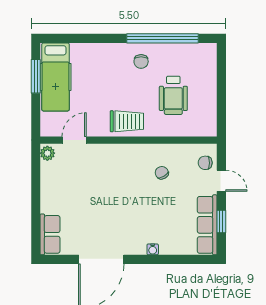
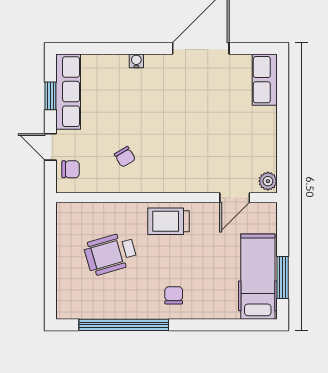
chair: (141, 61) -> (174, 295), moved
wheelchair: (173, 95) -> (110, 254), turned -106

